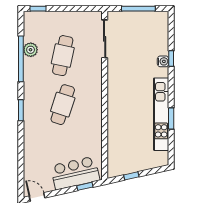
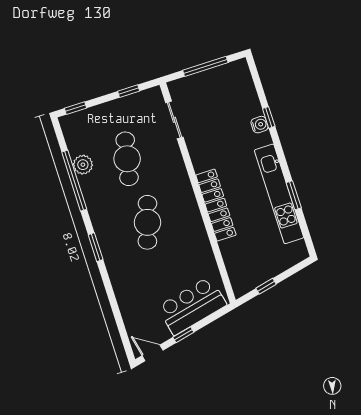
window: (79, 9) -> (129, 91), added
sliding door: (105, 39) -> (174, 120), width x0.73
locker: (114, 108) -> (216, 205), added
window: (85, 186) -> (183, 335), moved

